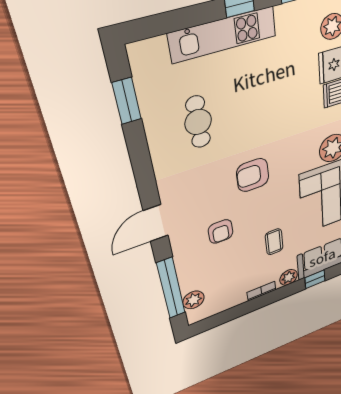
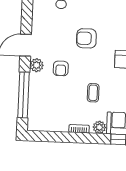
plant: (193, 300) -> (37, 65), moved

